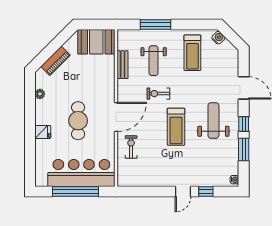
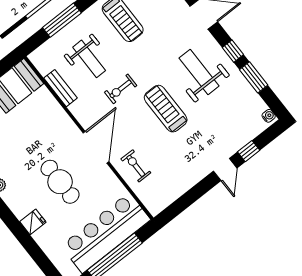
treadmill: (176, 127) -> (166, 109), turned 180

